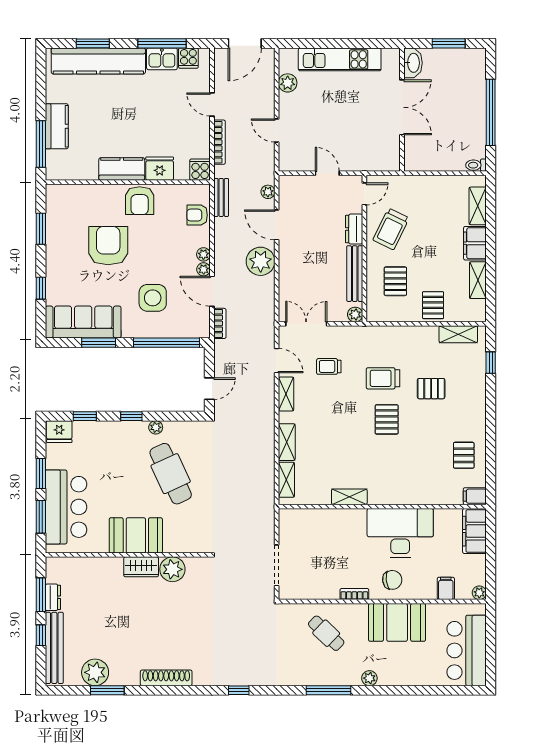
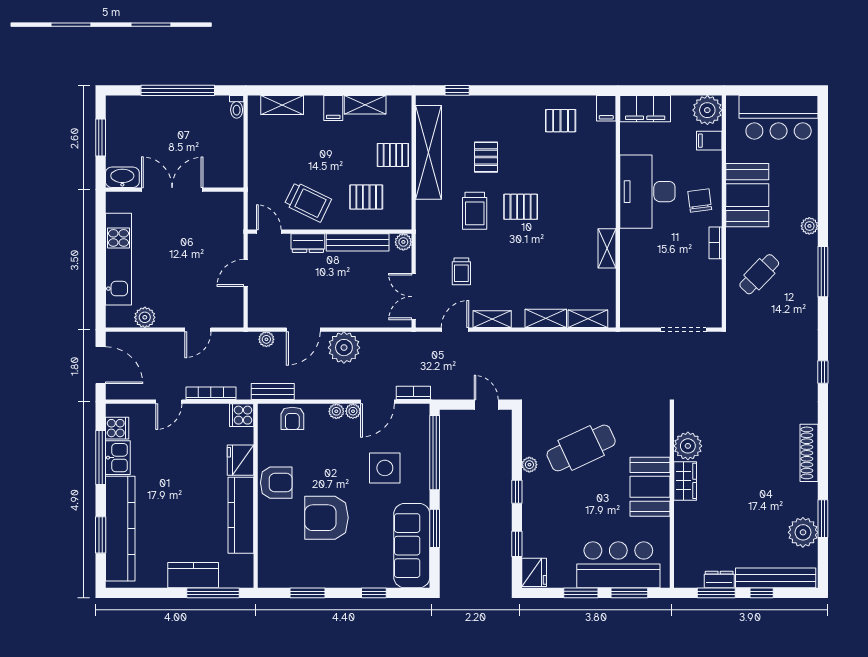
kitchen counter: (122, 169) -> (241, 515), width x1.50
filing cabinet: (475, 243) -> (333, 108), width x0.50
shelving: (458, 334) -> (429, 152), width x2.20, depth x1.33
plant: (479, 593) -> (707, 110), width x1.88, depth x1.88

